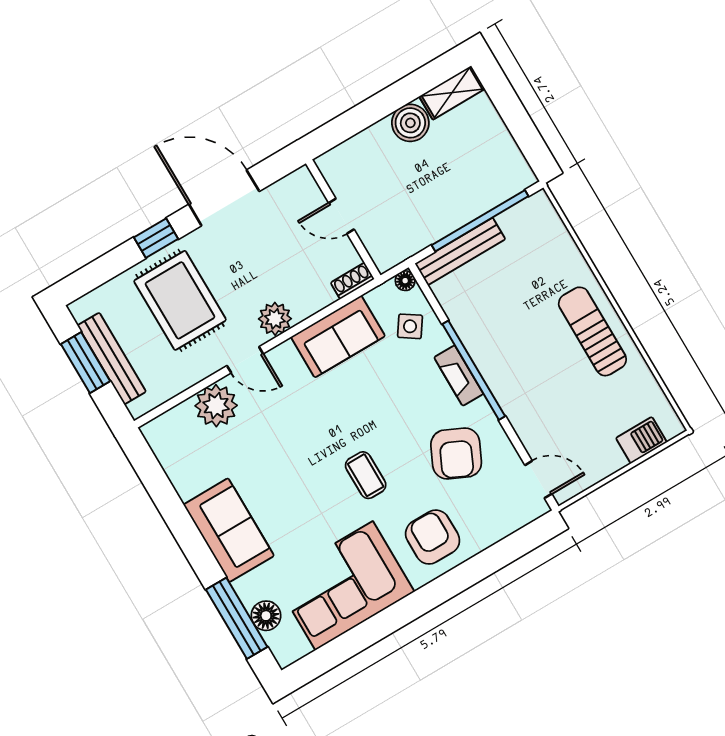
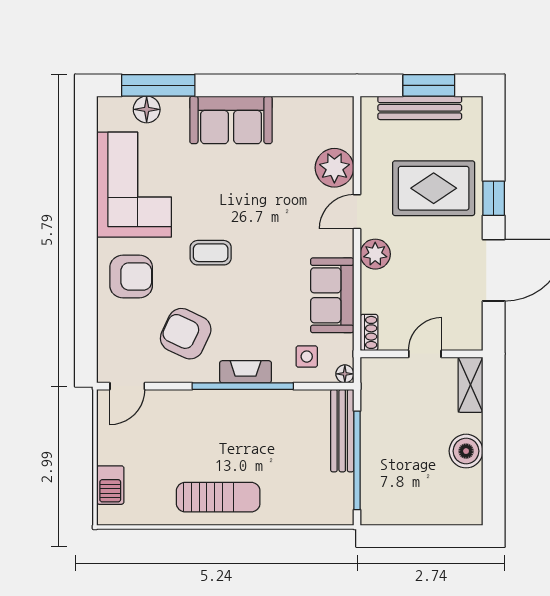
shelving: (452, 93) -> (470, 385), moved
side table: (410, 326) -> (307, 357), turned -34

